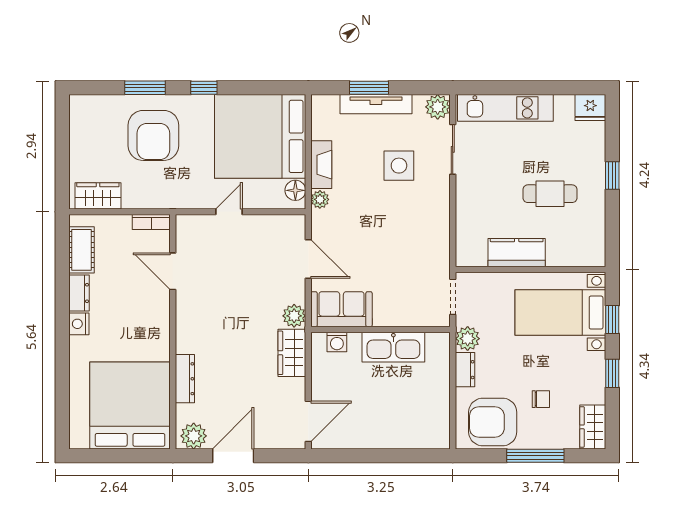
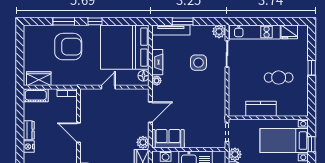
tv unit: (376, 104) -> (171, 30), moved
fridge: (590, 108) -> (289, 32), moved
armchair: (153, 135) -> (68, 47), turned -90
cot: (82, 250) -> (36, 95), moved, turned 90
door: (308, 259) -> (150, 112), hinge flipped
door: (173, 271) -> (79, 133), moved

